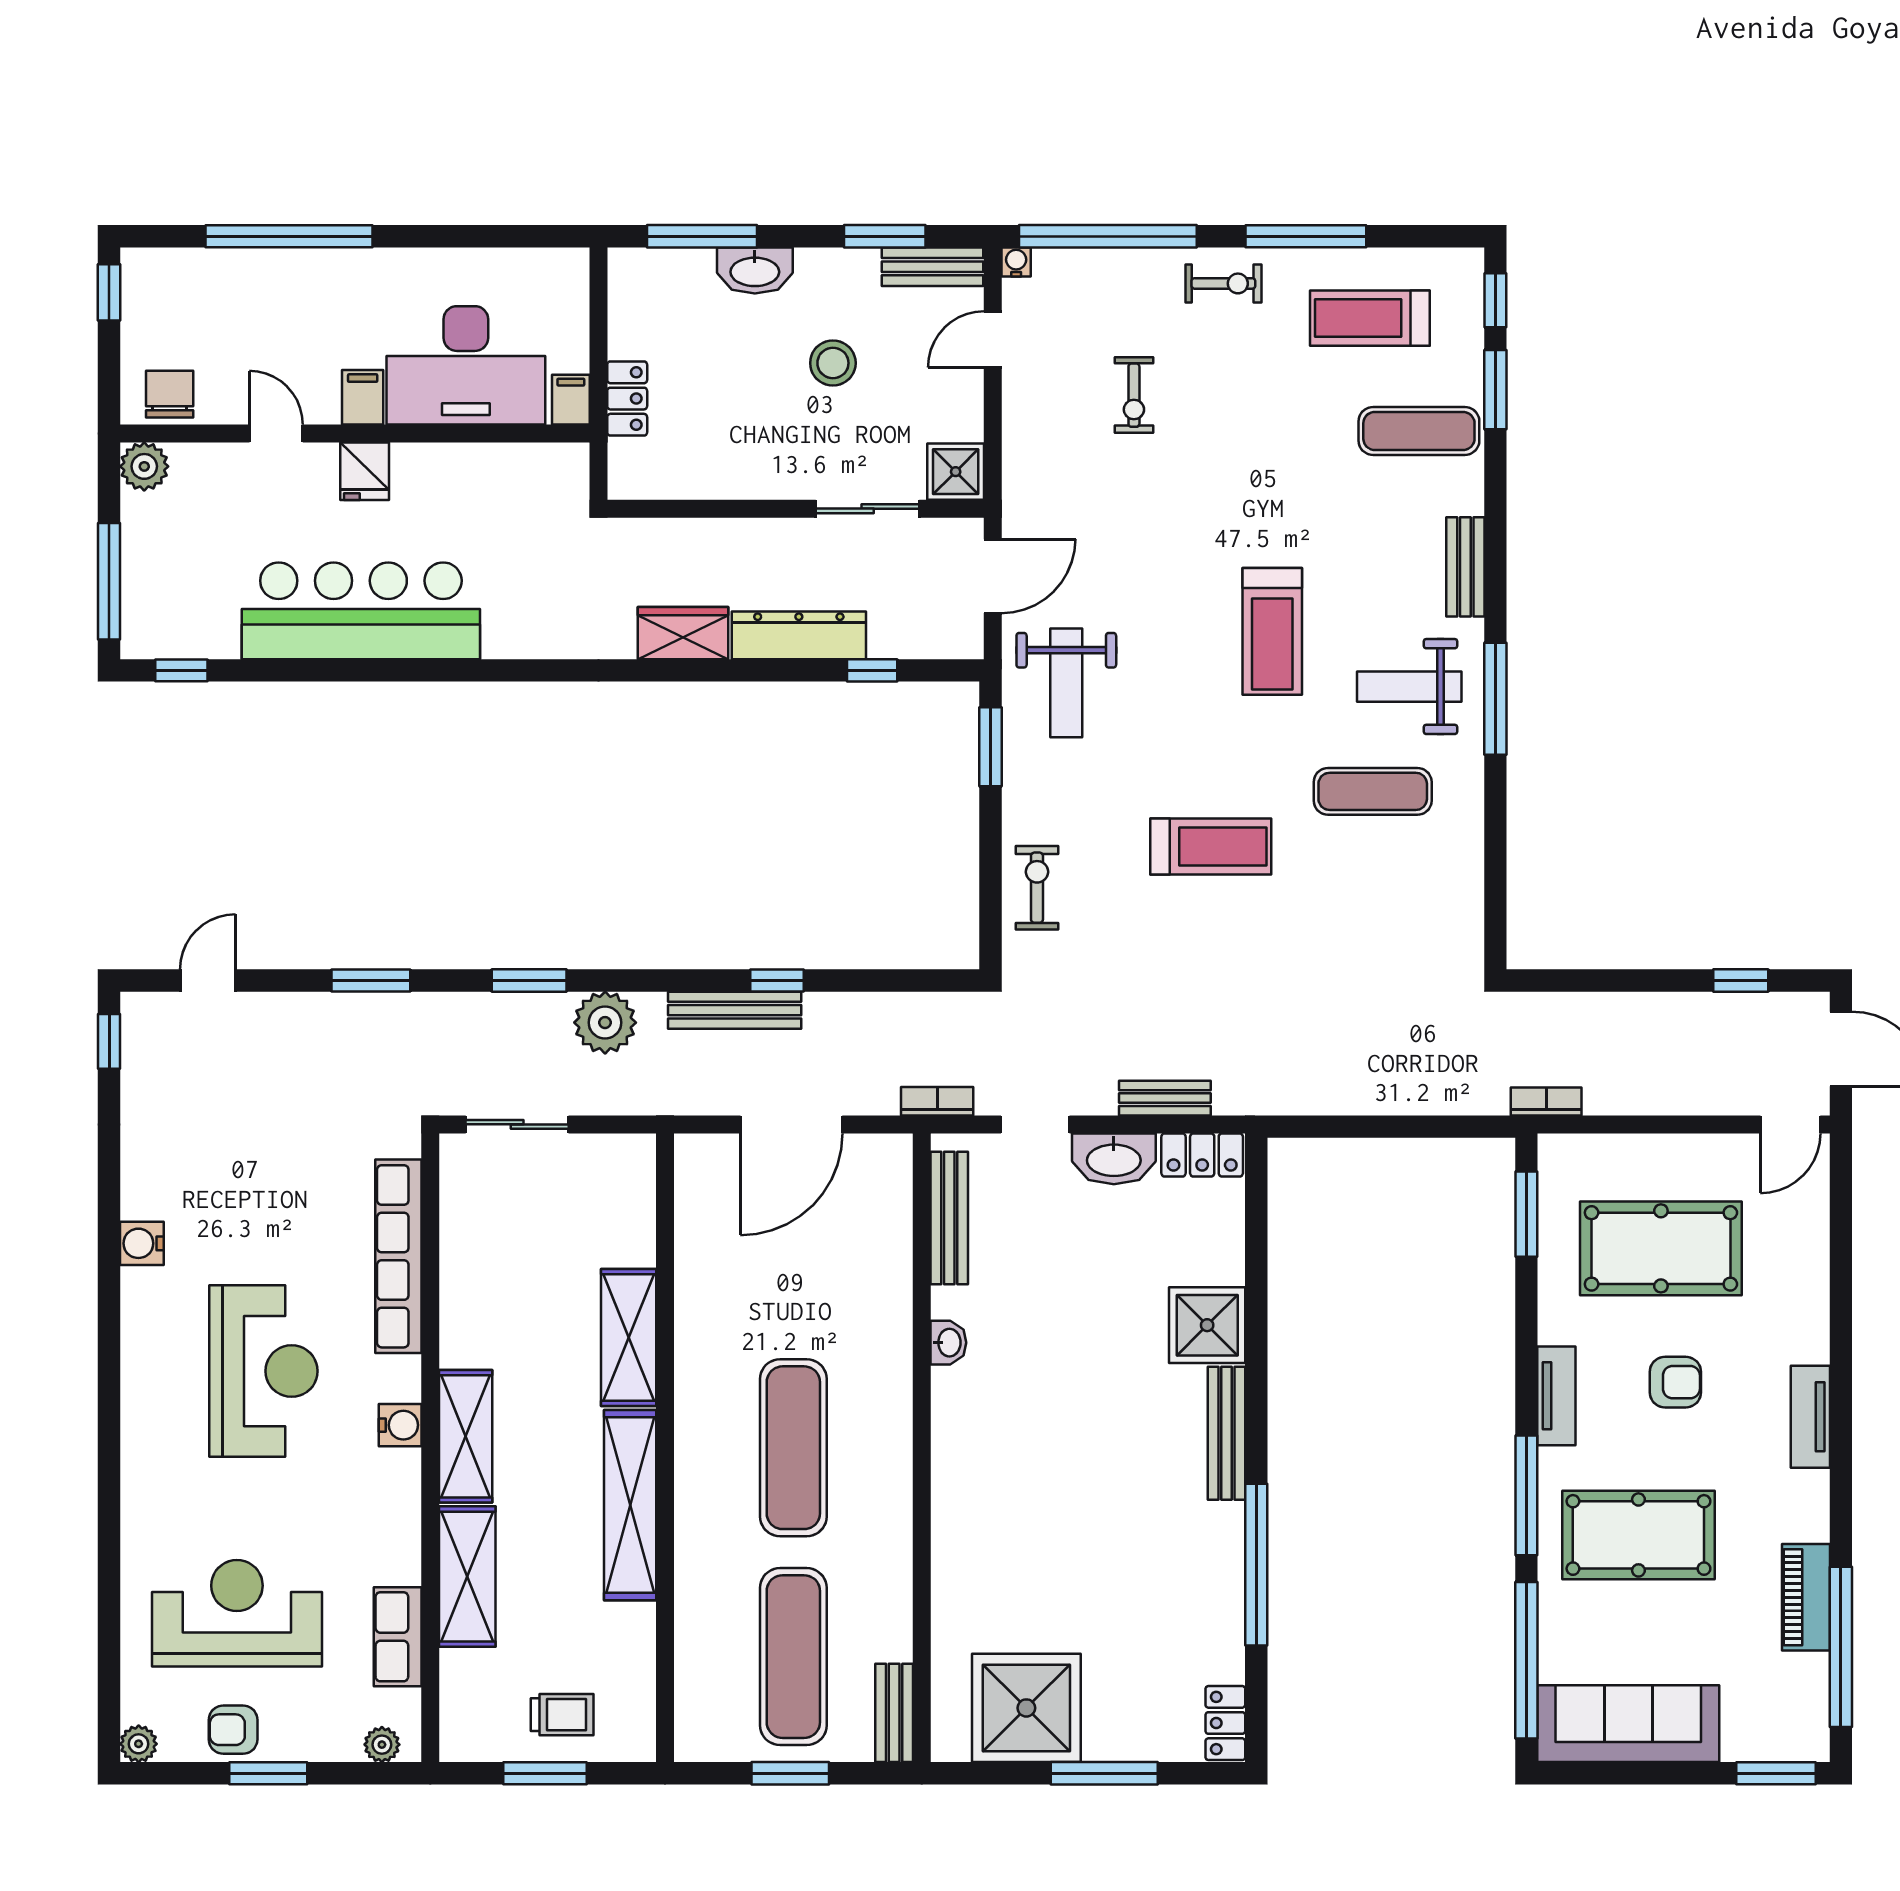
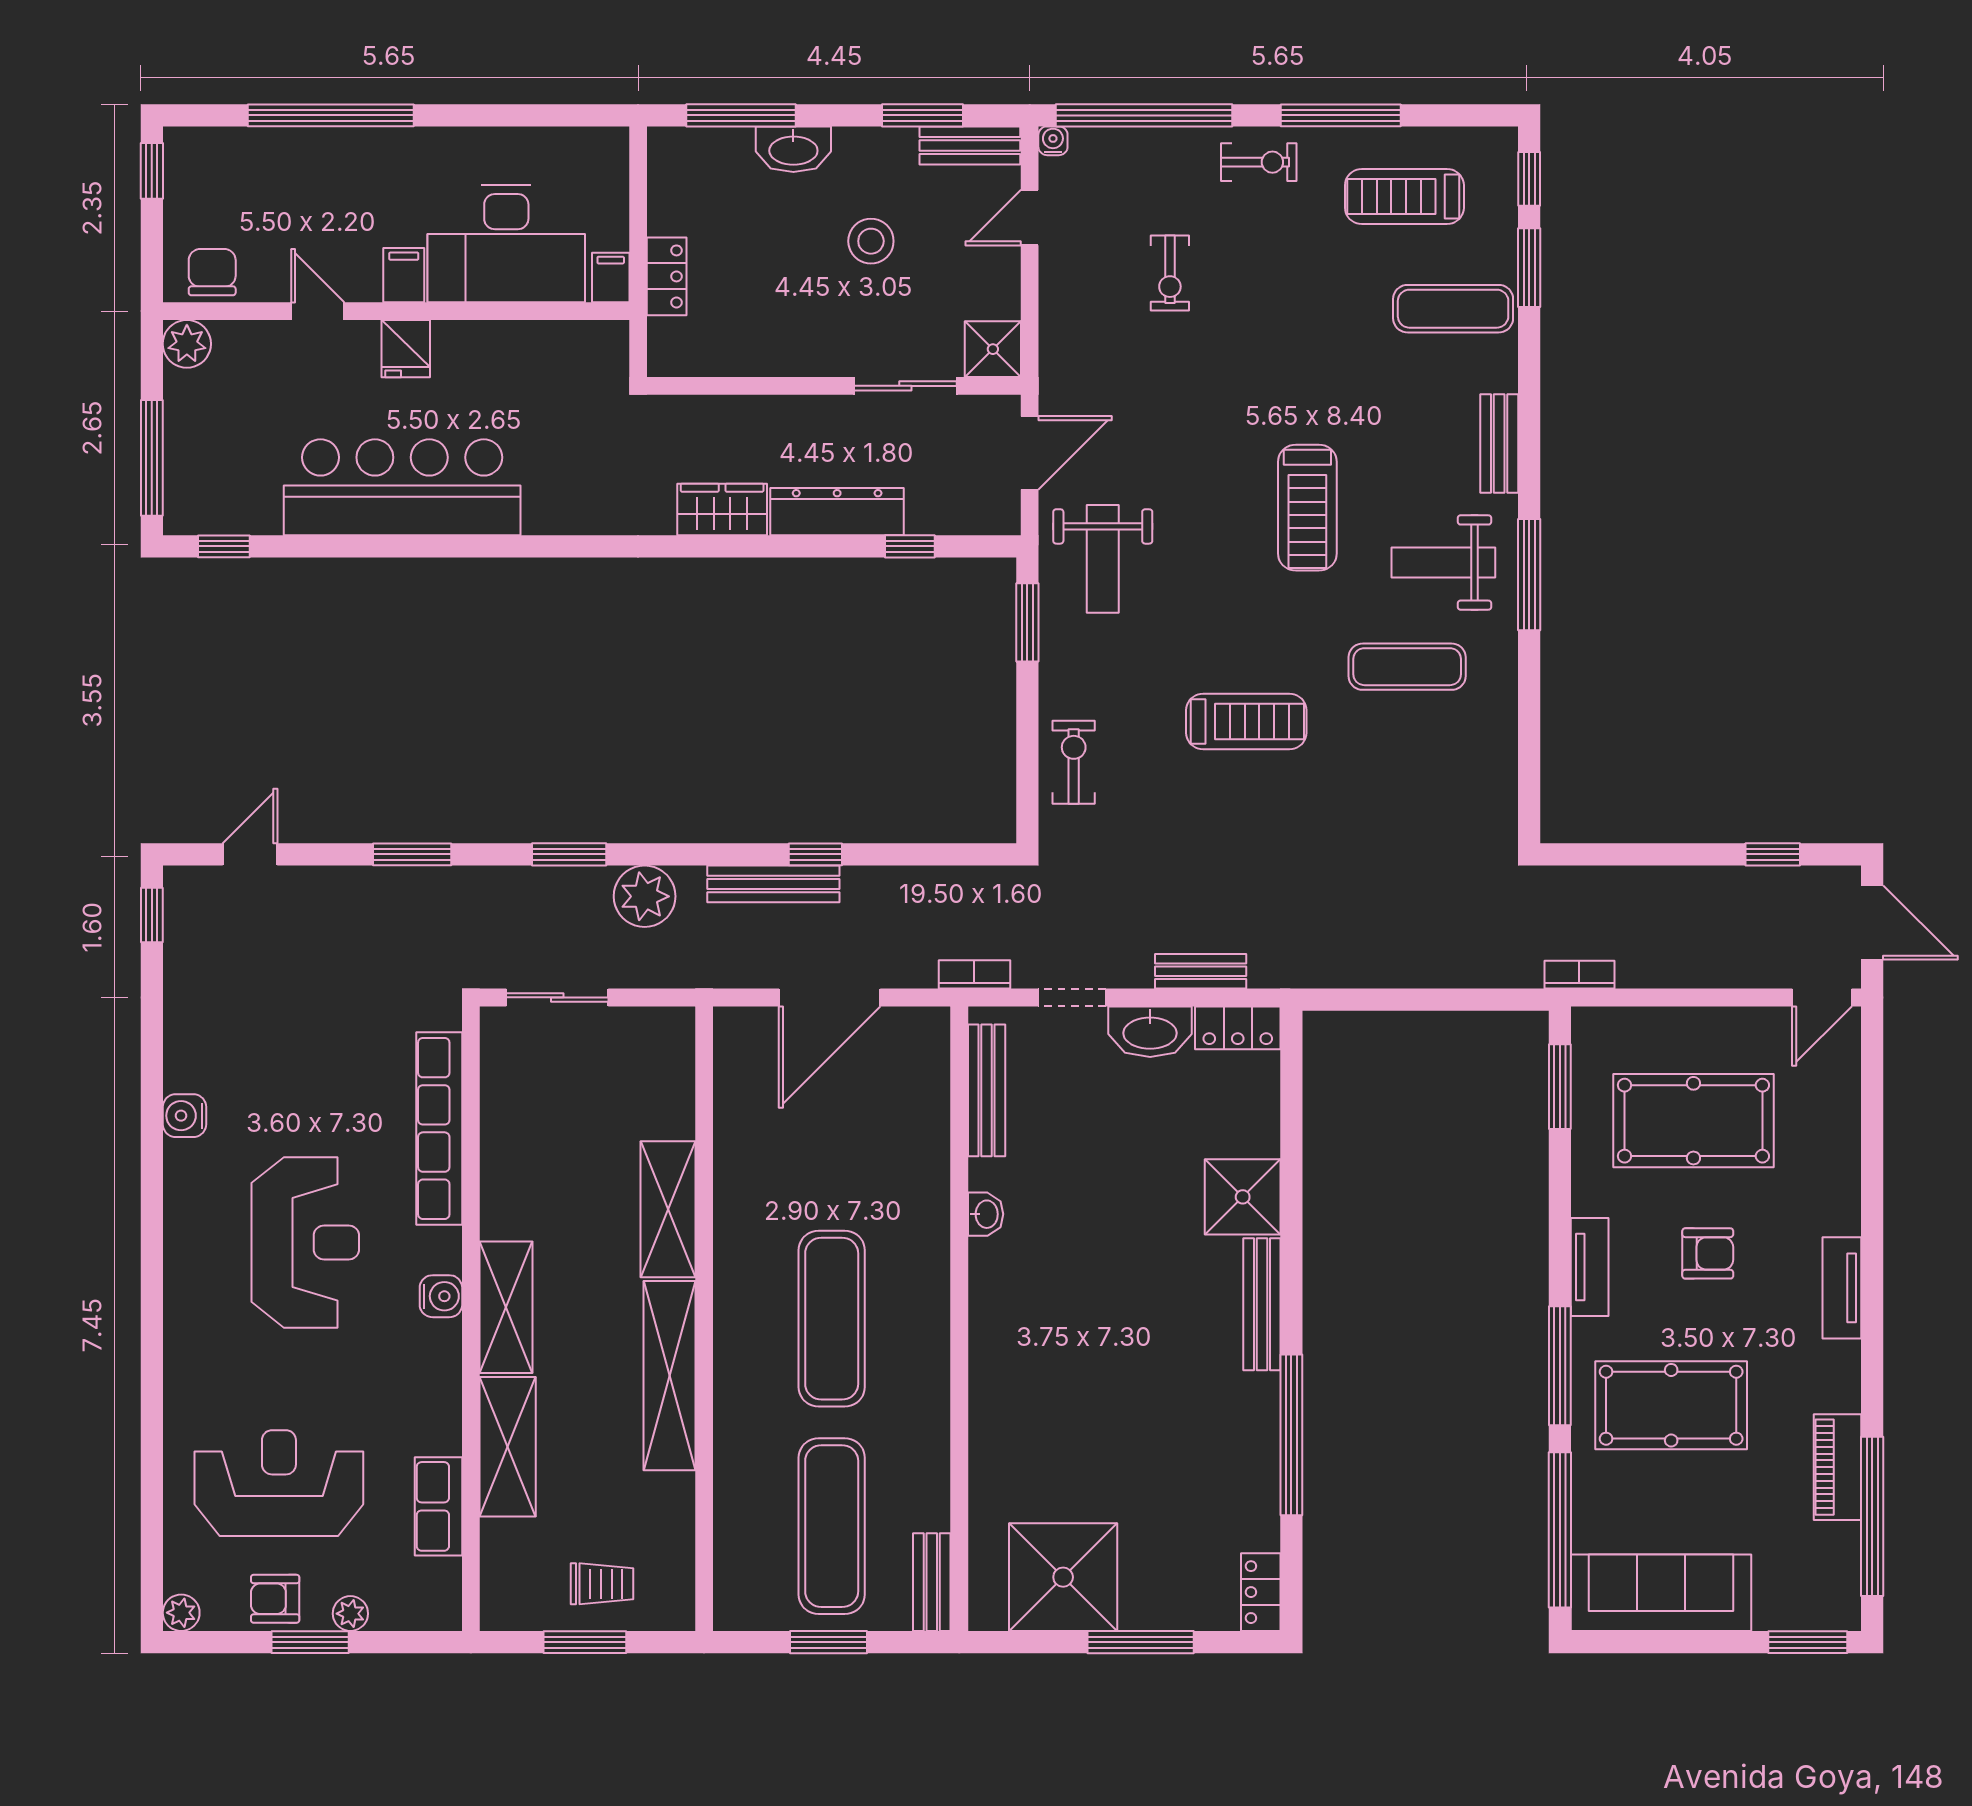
plant: (382, 1745) -> (350, 1614), moved

